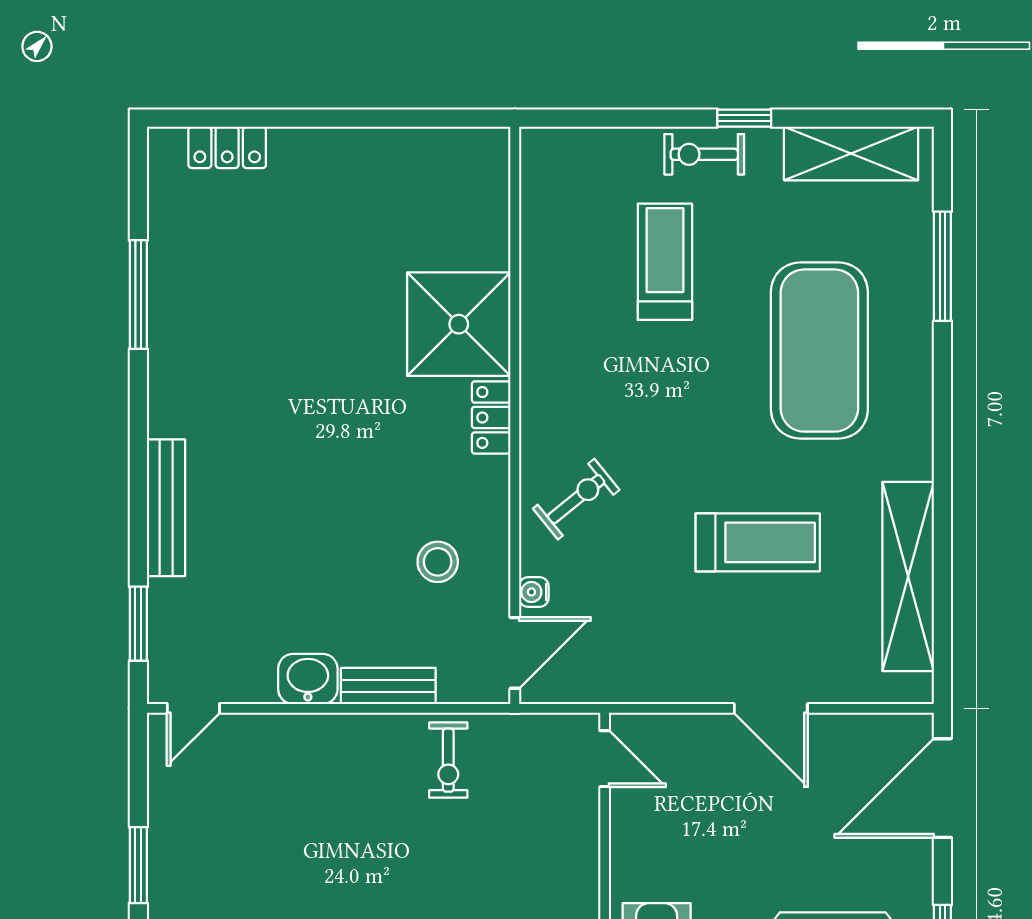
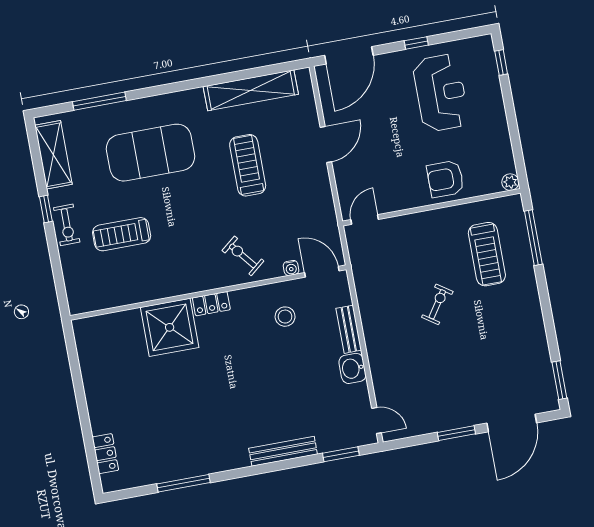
exercise bike: (448, 760) -> (437, 304), moved, turned -56
door: (942, 788) -> (349, 55), hinge flipped

